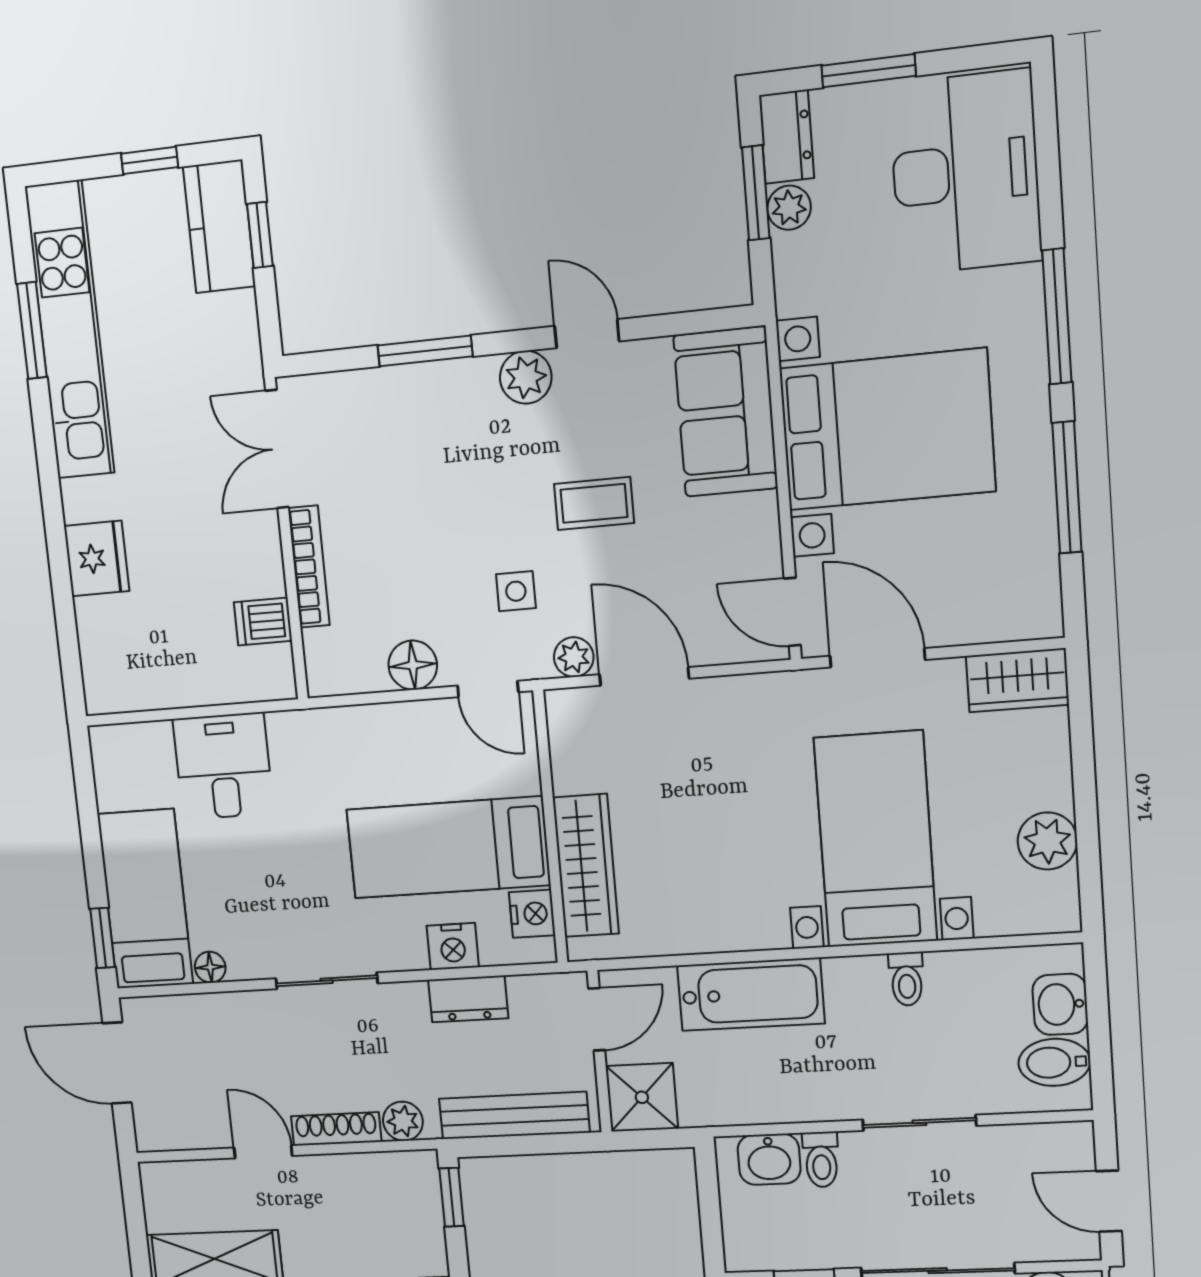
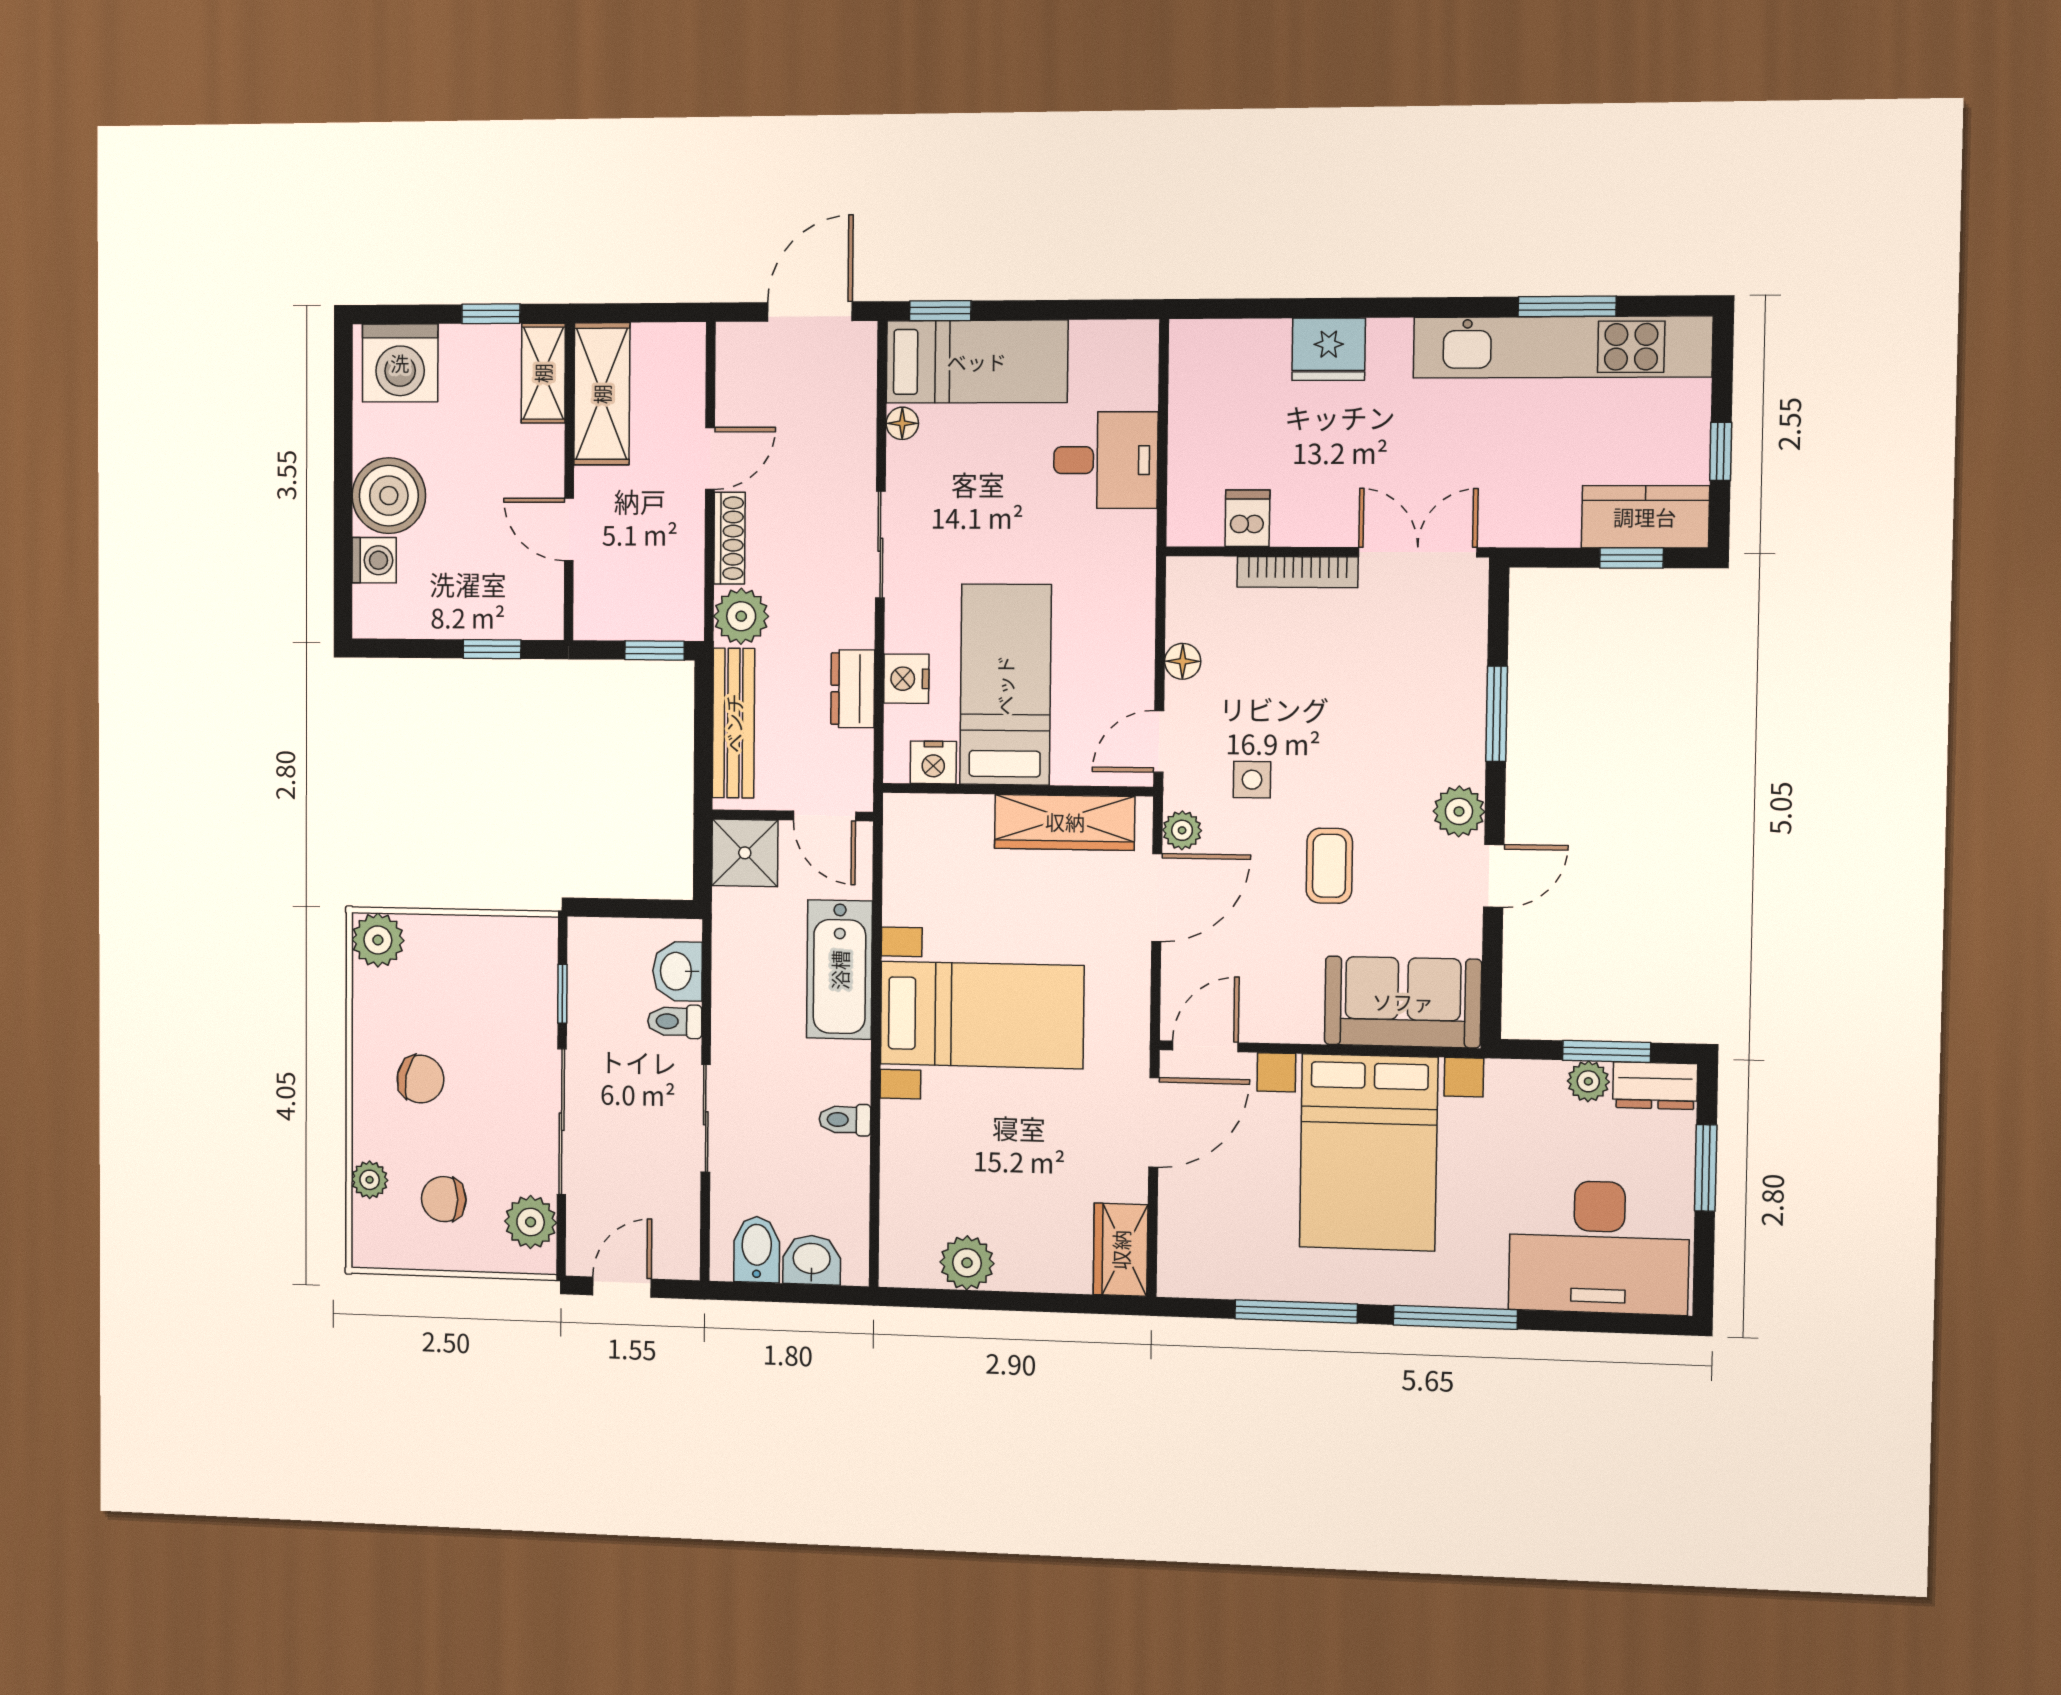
floor lamp: (413, 665) -> (1183, 661), width x0.73, depth x0.73
bed with nightstands: (875, 839) -> (982, 1015), moved
wardrobe: (586, 866) -> (1065, 822), moved
plant: (403, 1121) -> (741, 616), width x1.38, depth x1.38

